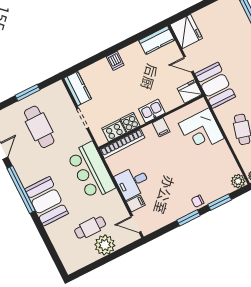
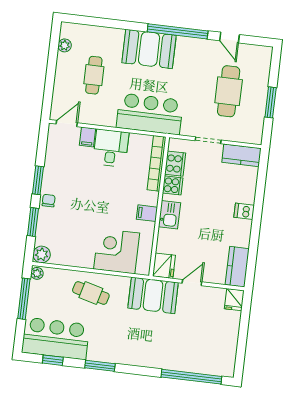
fridge: (186, 31) -> (234, 300), width x0.53, depth x0.75
cafe table: (39, 127) -> (229, 91), turned 90
plant: (105, 245) -> (65, 45), moved, width x0.53, depth x0.53

